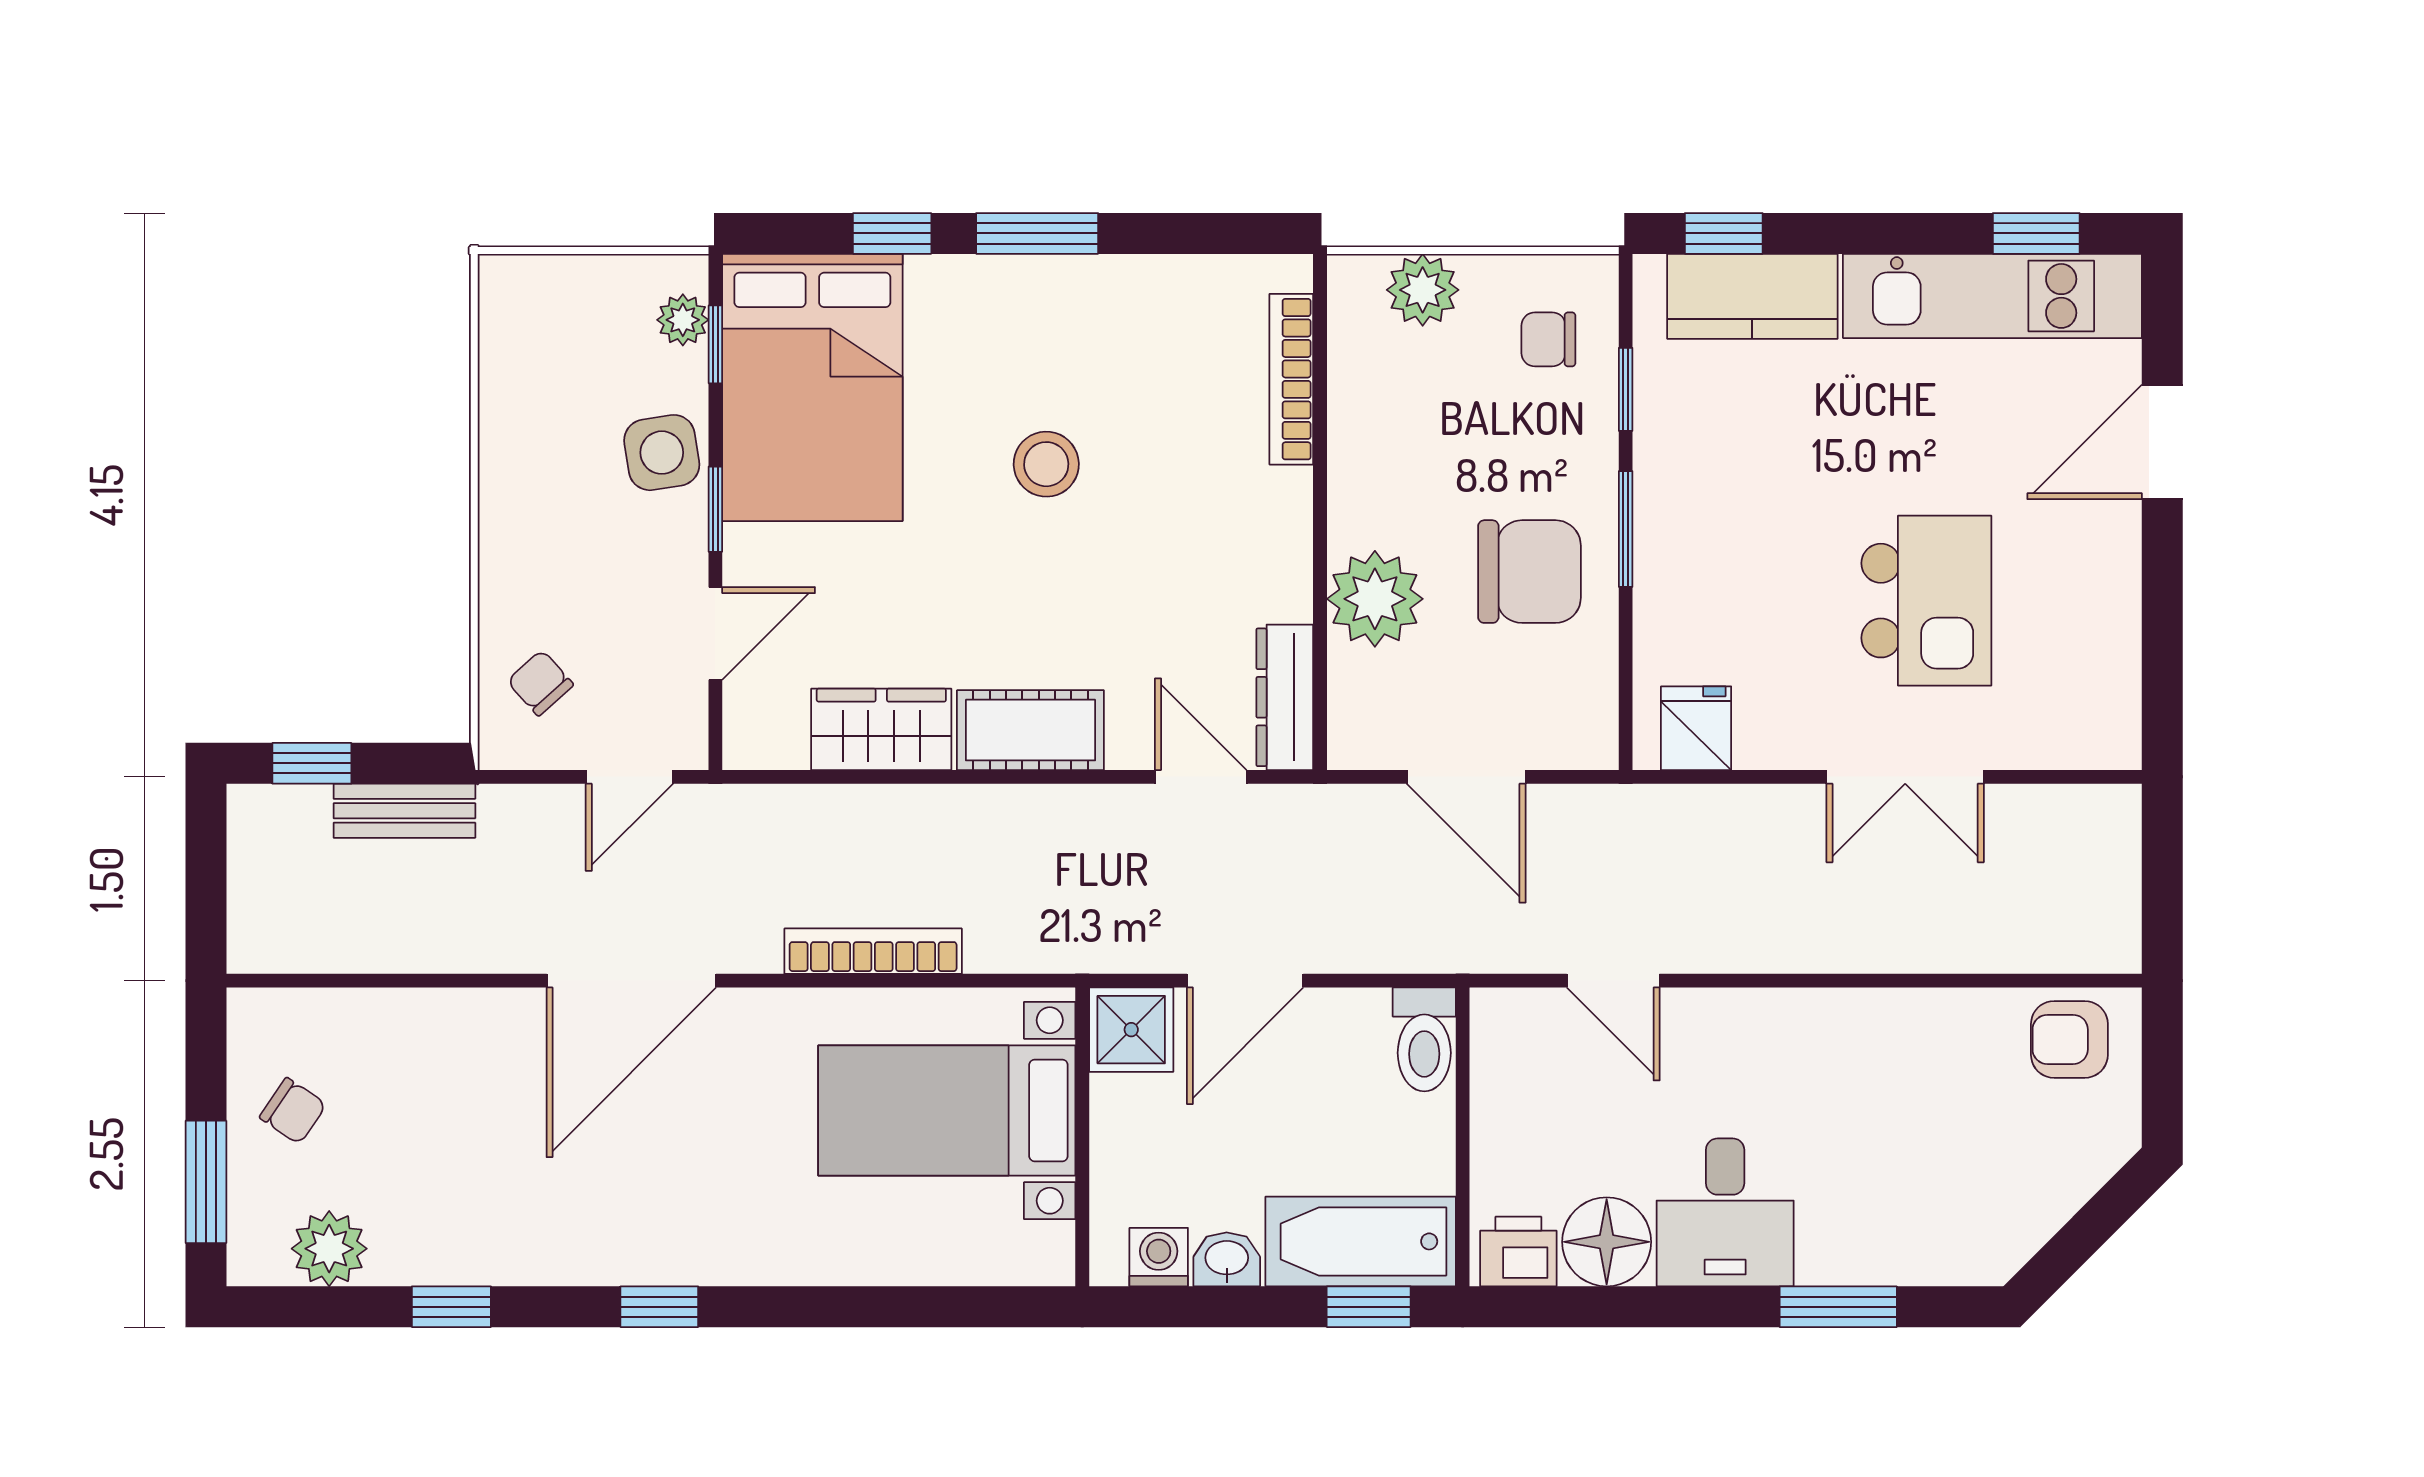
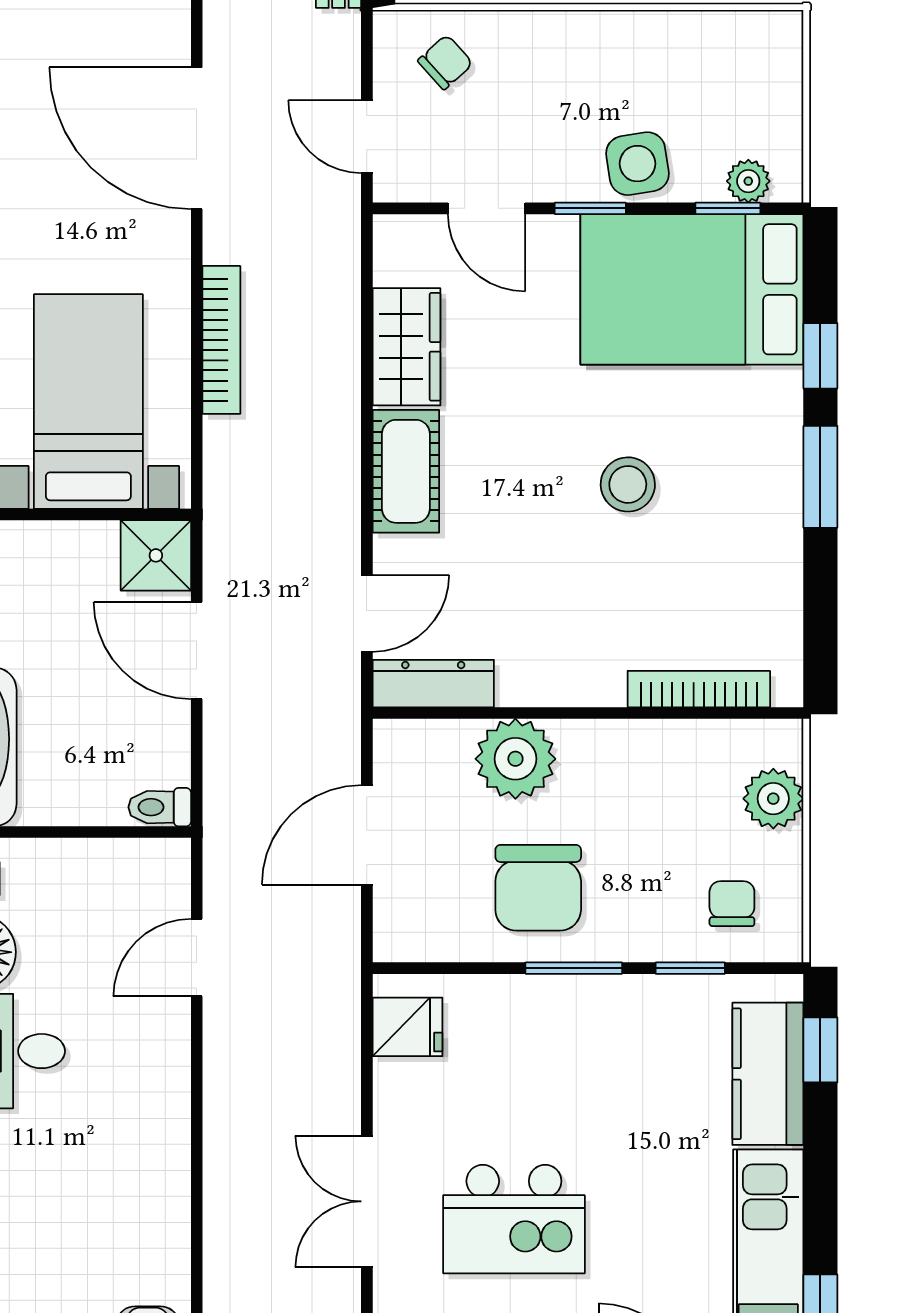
toilet: (1424, 1039) -> (160, 807), width x0.73, depth x0.72

